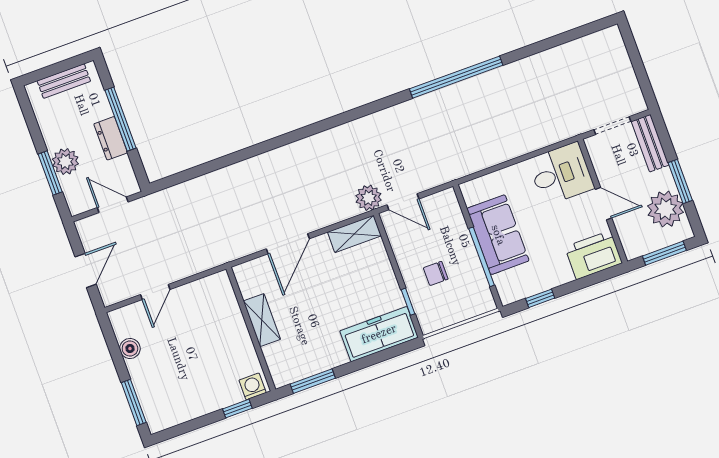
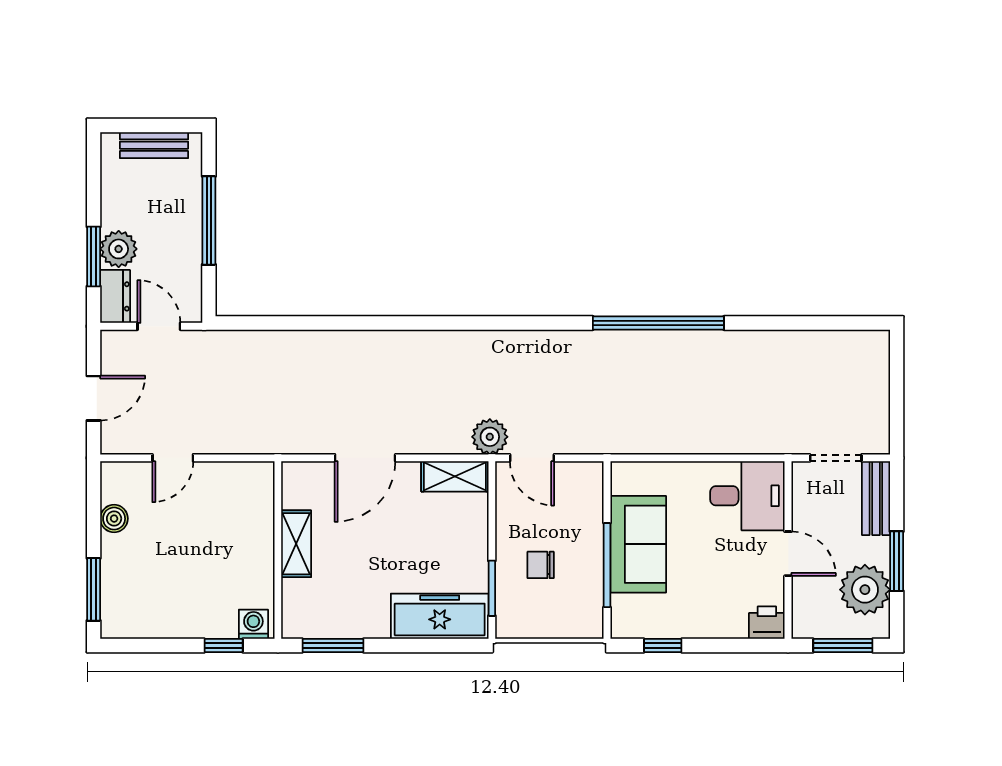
dresser: (111, 138) -> (115, 296), moved, turned 180
printer: (593, 255) -> (767, 623), width x0.53, depth x0.68
window: (408, 302) -> (492, 588), width x1.50

